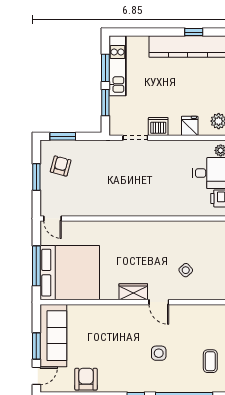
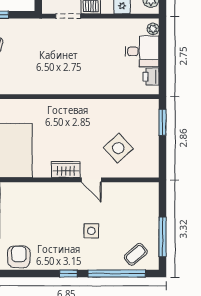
side table: (186, 270) -> (118, 148), width x1.87, depth x1.87
coffee table: (210, 361) -> (136, 254), moved, turned 49

